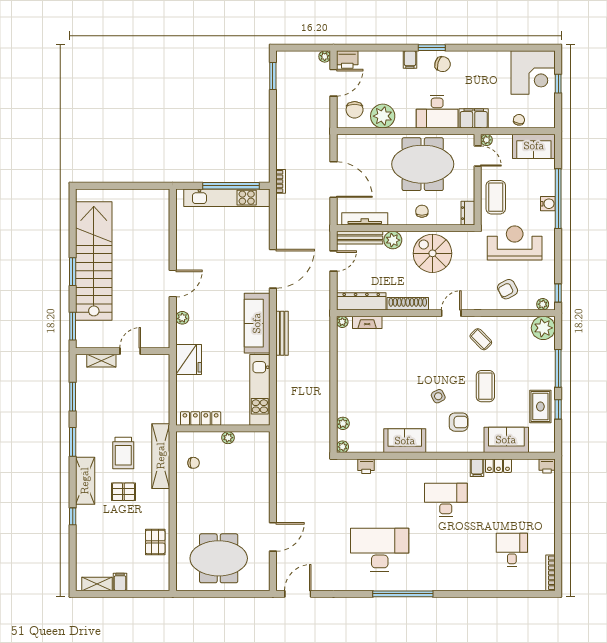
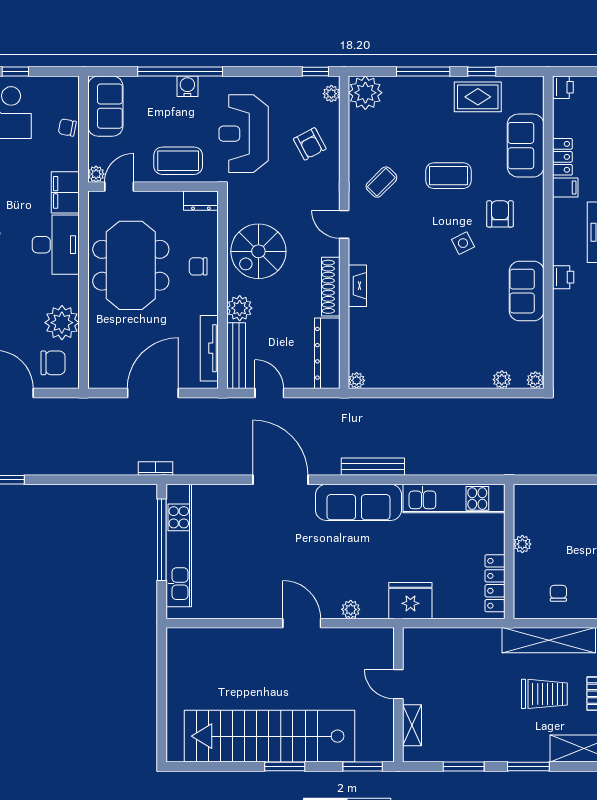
fireplace: (367, 322) -> (357, 286), moved
printer: (366, 466) -> (563, 277), moved

